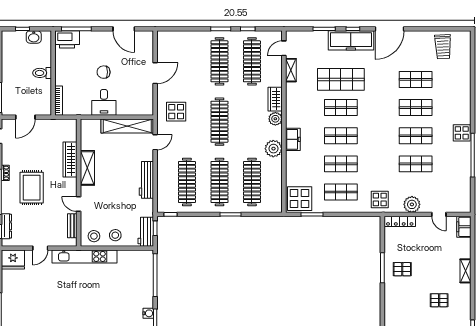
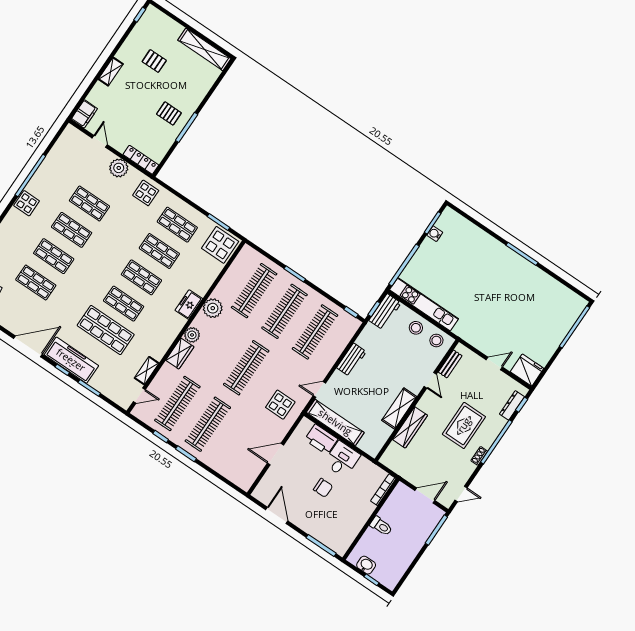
printer: (67, 39) -> (321, 439), moved, turned 180
workbench: (146, 180) -> (352, 360), width x0.73
kitchen unit: (85, 256) -> (424, 304), moved

